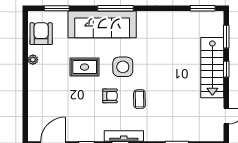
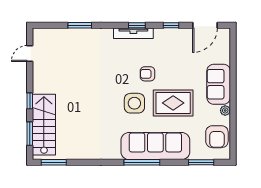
rug: (85, 67) -> (173, 103), width x1.36, depth x1.43
stairs: (212, 68) -> (44, 125), moved
sofa: (39, 86) -> (219, 84), added
coffee table: (139, 99) -> (118, 71), removed

